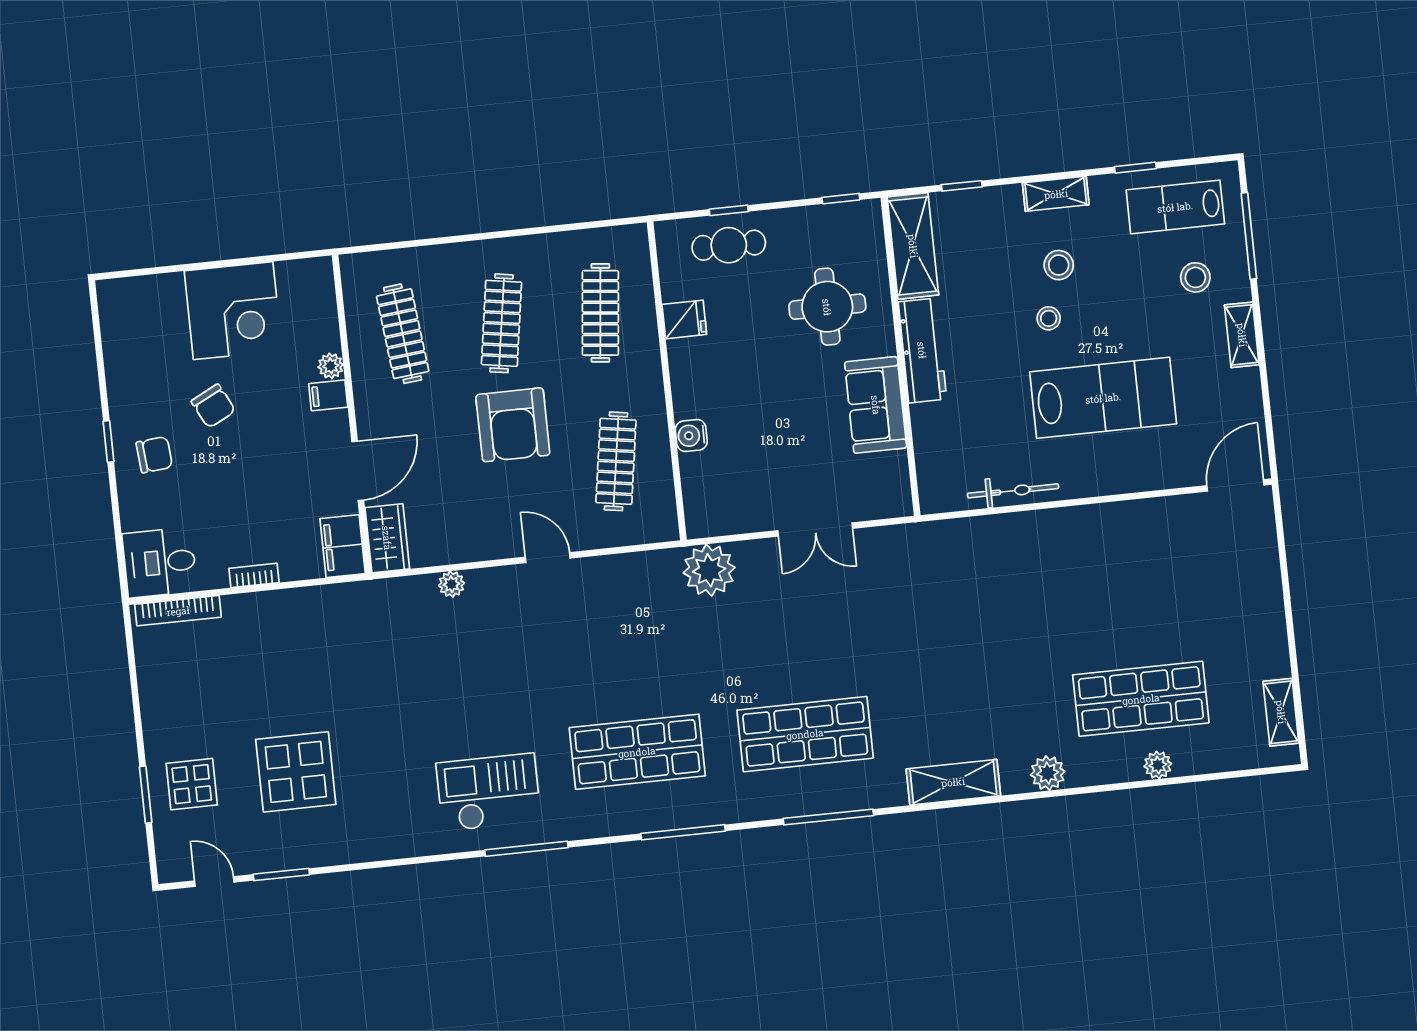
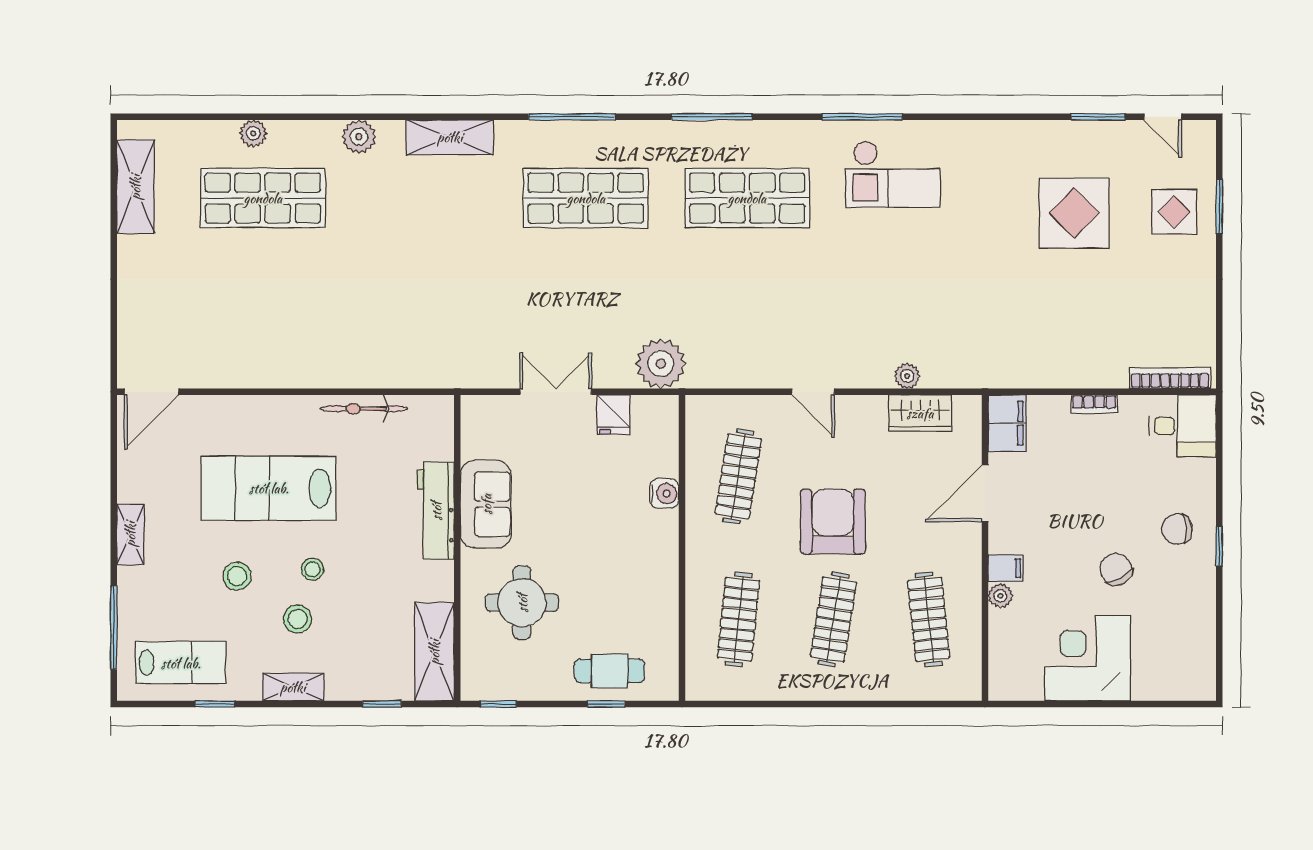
stool: (1195, 277) -> (237, 576), moved
fridge: (684, 319) -> (613, 415), moved, turned -90
workbench: (922, 350) -> (436, 511), moved
wardrobe: (387, 538) -> (920, 413), moved, turned -90
shelving: (1281, 712) -> (135, 187), width x1.50, depth x1.33

